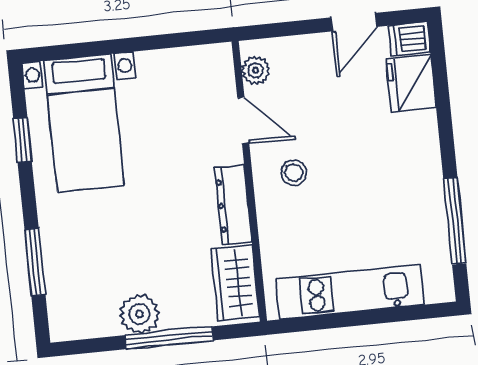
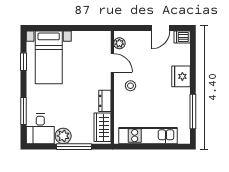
fridge: (411, 83) -> (181, 76), moved
dresser: (233, 205) -> (105, 101), width x0.70
desk: (81, 302) -> (40, 129), added

